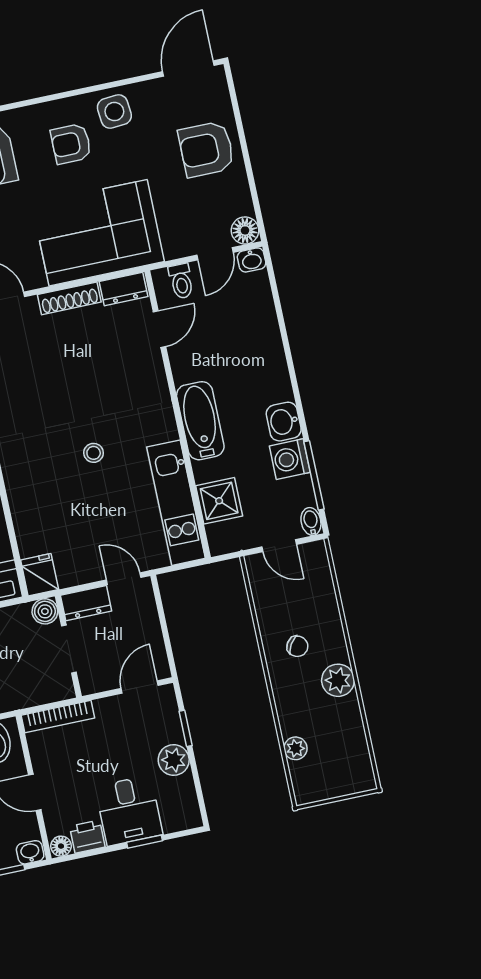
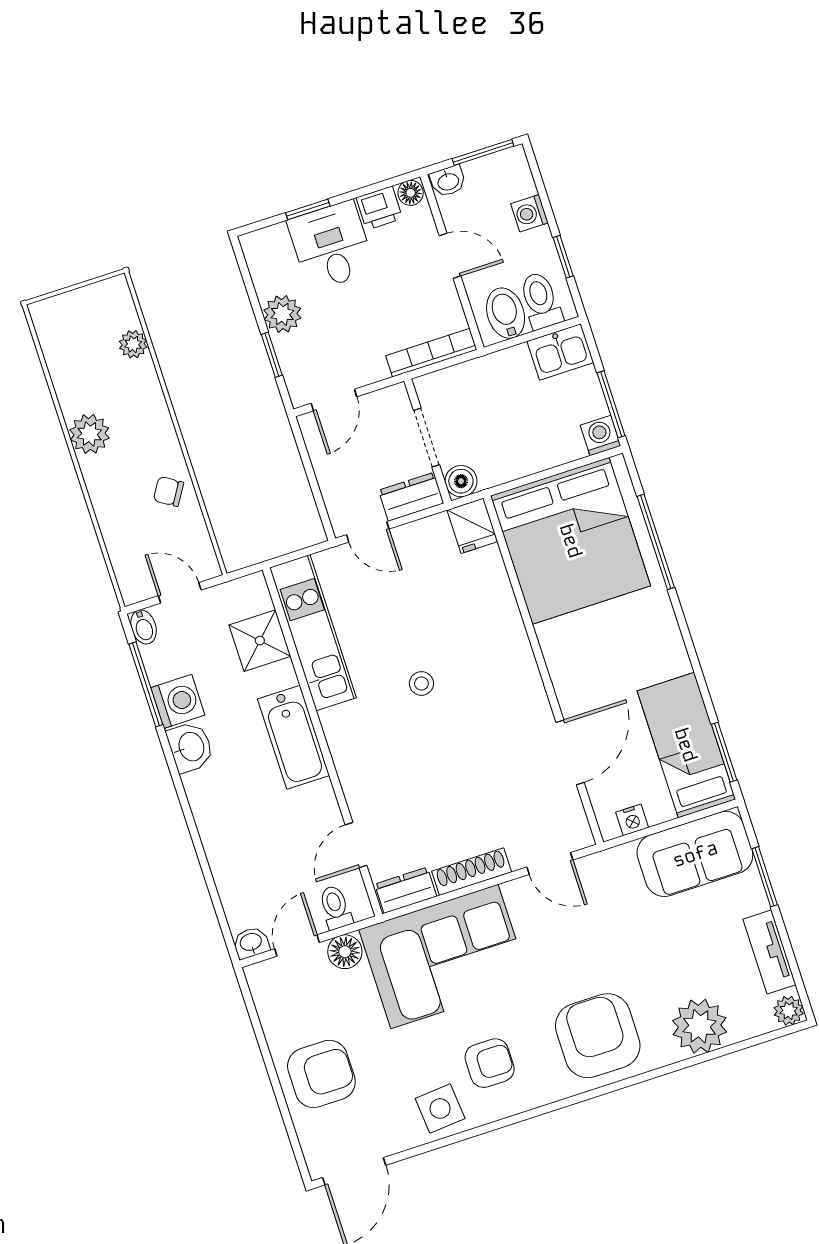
floor lamp: (245, 230) -> (345, 952), moved
chair: (297, 646) -> (169, 491), moved

